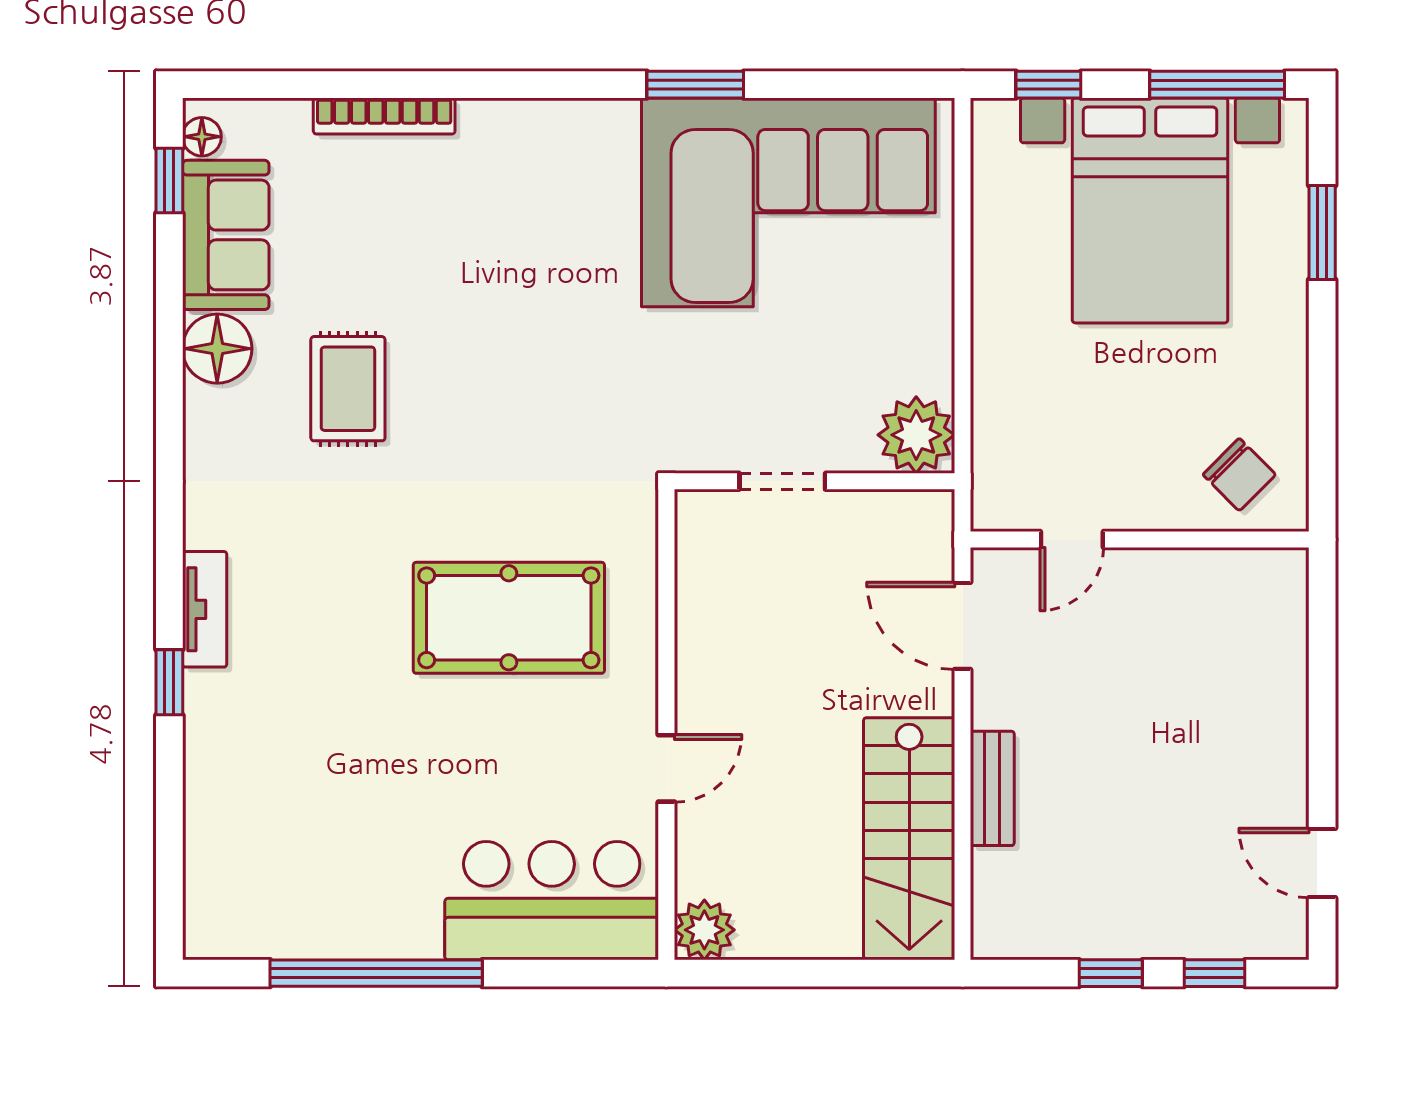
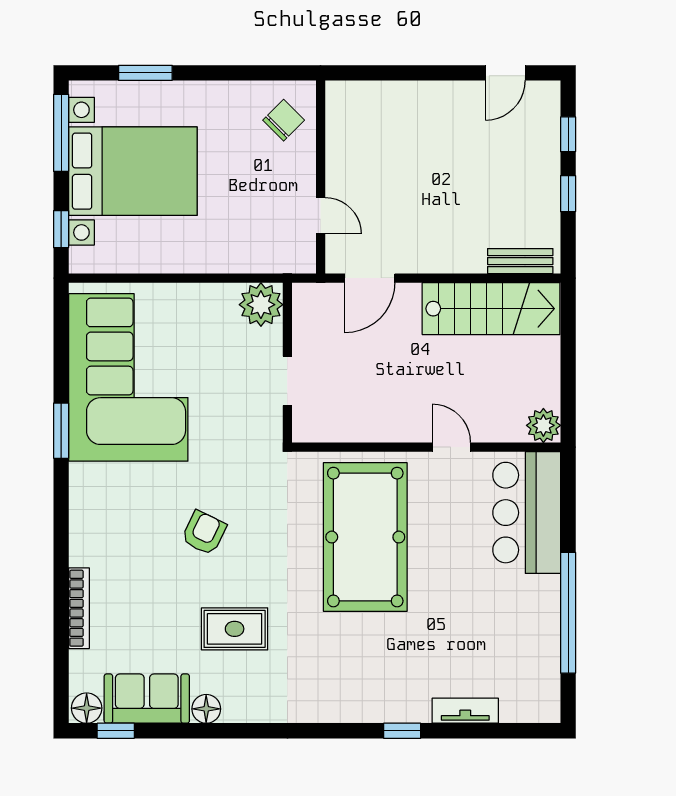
floor lamp: (202, 137) -> (87, 708), width x1.37, depth x1.37
armchair: (516, 335) -> (204, 533), added
floor lamp: (217, 349) -> (206, 709), width x0.73, depth x0.73
tv unit: (205, 609) -> (465, 711), moved
pool table: (509, 618) -> (365, 537), width x1.36, depth x1.32
bench: (992, 788) -> (520, 261), moved

